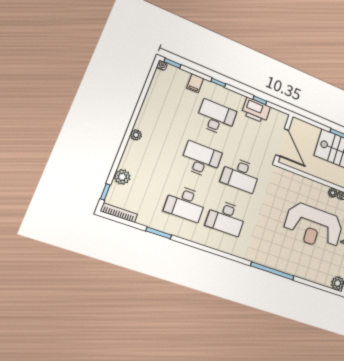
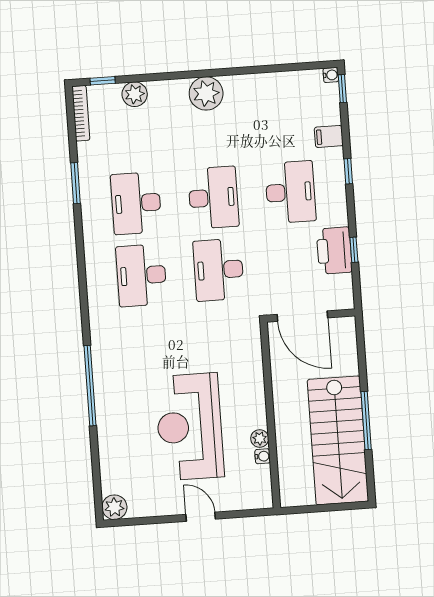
plant: (136, 135) -> (206, 93), width x1.88, depth x1.88
door: (282, 143) -> (302, 316), hinge flipped

